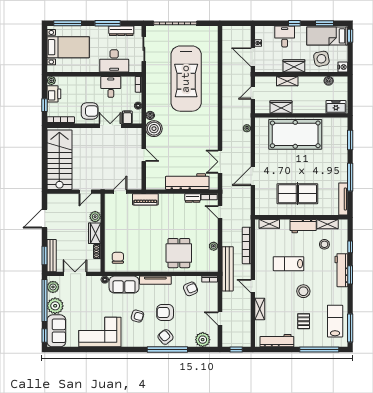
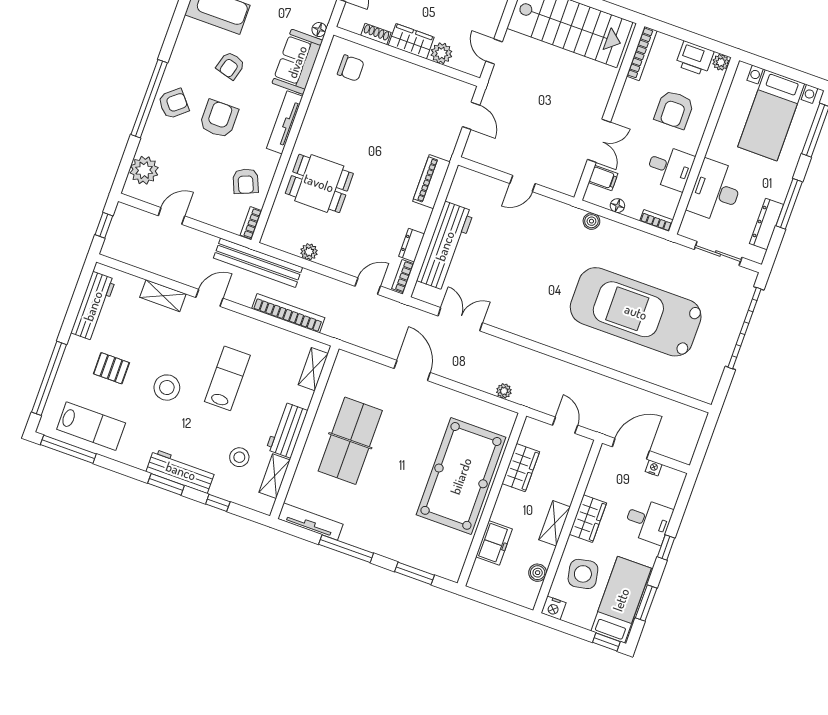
shelving: (287, 81) -> (555, 523), moved
window: (44, 105) -> (680, 34), removed
freezer: (336, 107) -> (494, 543), moved
armchair: (90, 111) -> (674, 110), moved
boiler: (154, 129) -> (565, 220), removed
piano: (145, 199) -> (431, 182), moved

